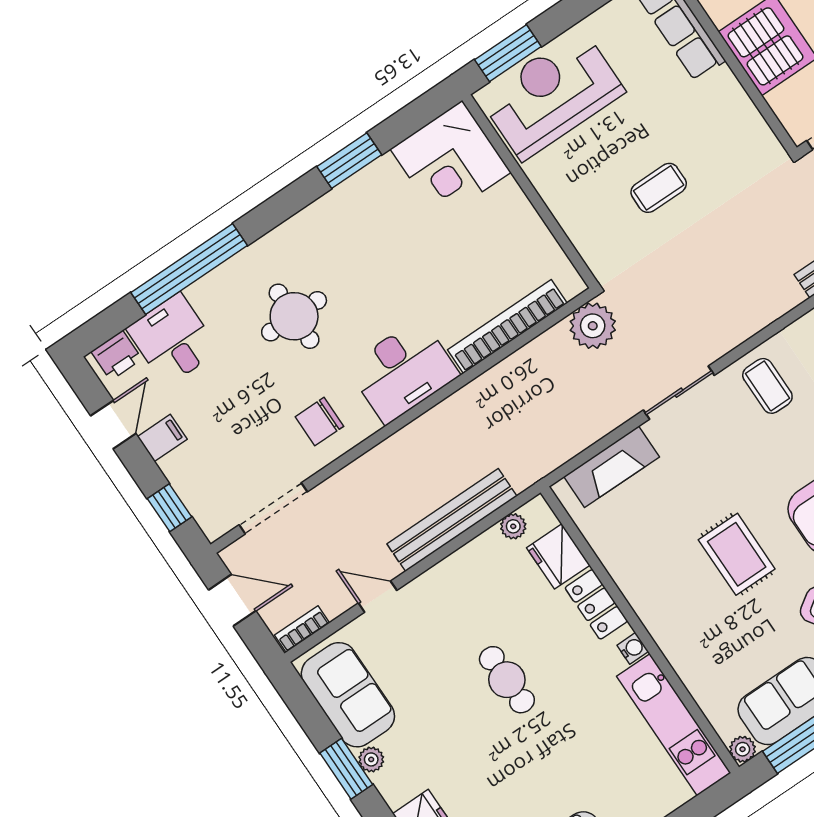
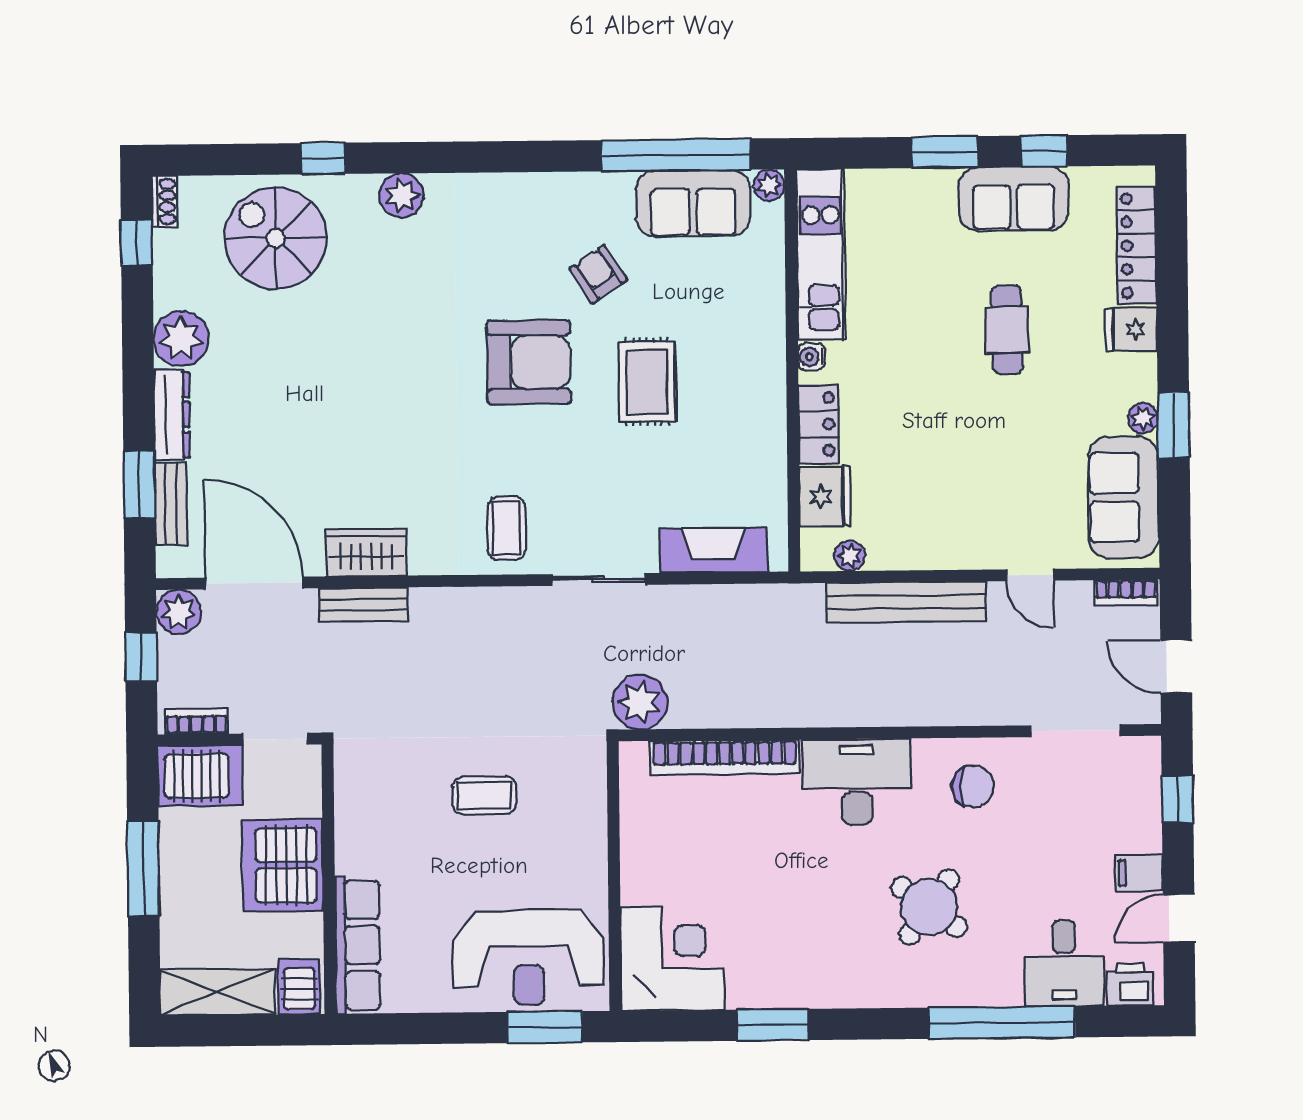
round table: (294, 316) -> (929, 907), turned 36
cafe table: (507, 680) -> (1007, 330), moved

